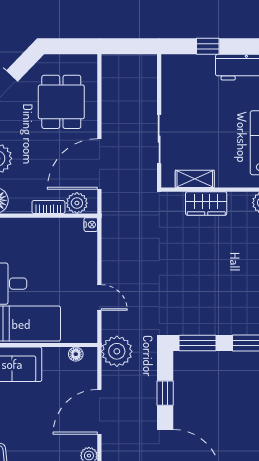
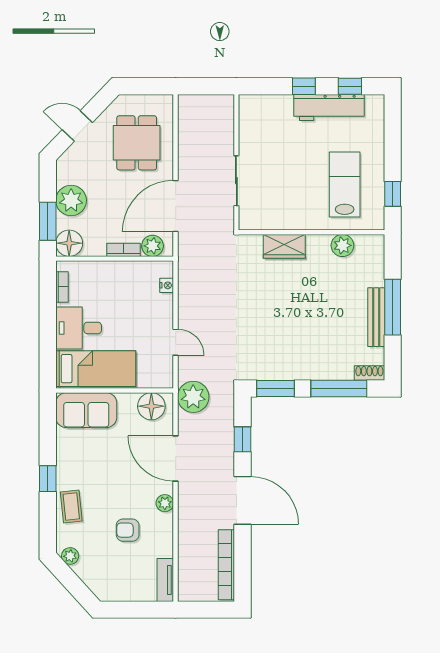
window: (208, 46) -> (304, 86), moved
shelving: (195, 179) -> (273, 221), removed
nightstand: (91, 225) -> (167, 285), moved
floor lamp: (76, 354) -> (151, 406), width x1.89, depth x1.89
door: (99, 412) -> (176, 459), hinge flipped

